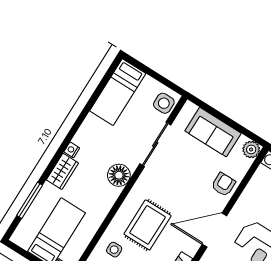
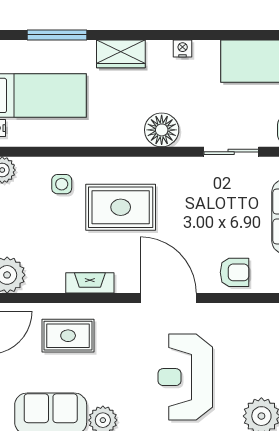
sliding door: (155, 144) -> (231, 152), width x0.73
nightstand: (72, 150) -> (183, 48), moved

